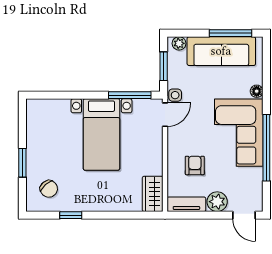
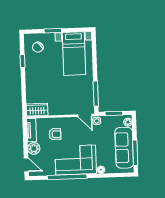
bed with nightstands: (101, 134) -> (74, 54), moved, turned -90
door: (244, 215) -> (26, 165), swing flipped

